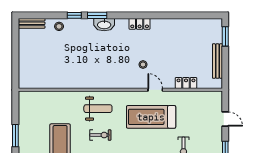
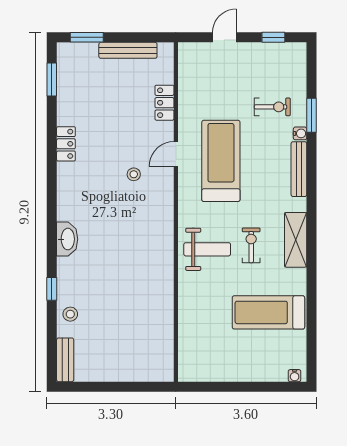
window: (97, 15) -> (52, 79), moved
locker: (140, 24) -> (66, 144), moved
weight bench: (98, 109) -> (207, 249), turned 90
treadmill: (151, 117) -> (221, 161), turned 180
window: (15, 136) -> (252, 387), removed

